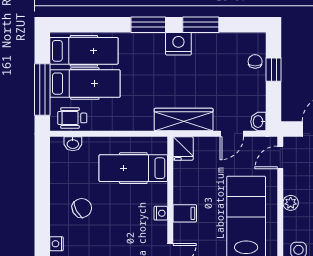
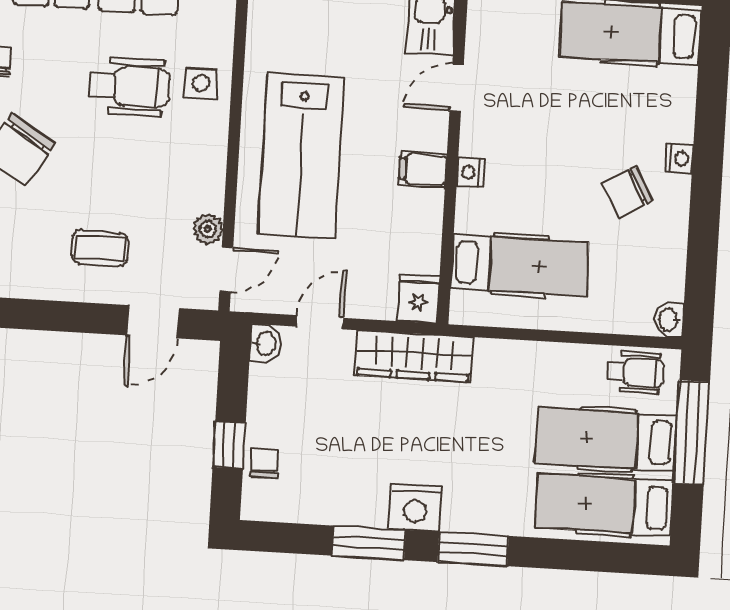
chair: (255, 61) -> (265, 463), turned 180
washbasin: (73, 144) -> (669, 320), moved, turned -90
plant: (291, 203) -> (208, 229), moved
nightstand: (57, 244) -> (679, 158), moved

